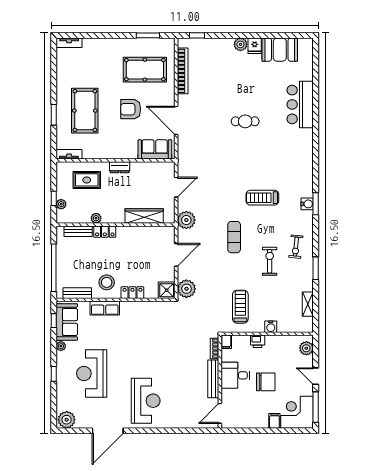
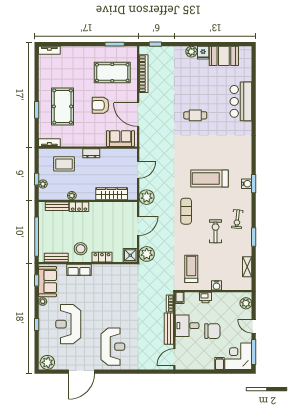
treadmill: (262, 198) -> (209, 179), width x1.37, depth x1.38

